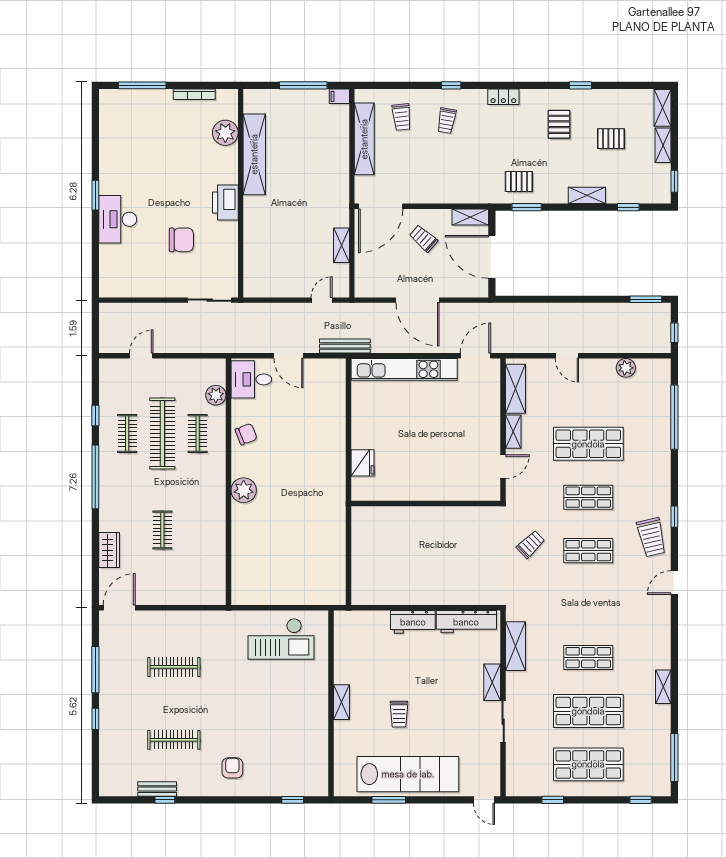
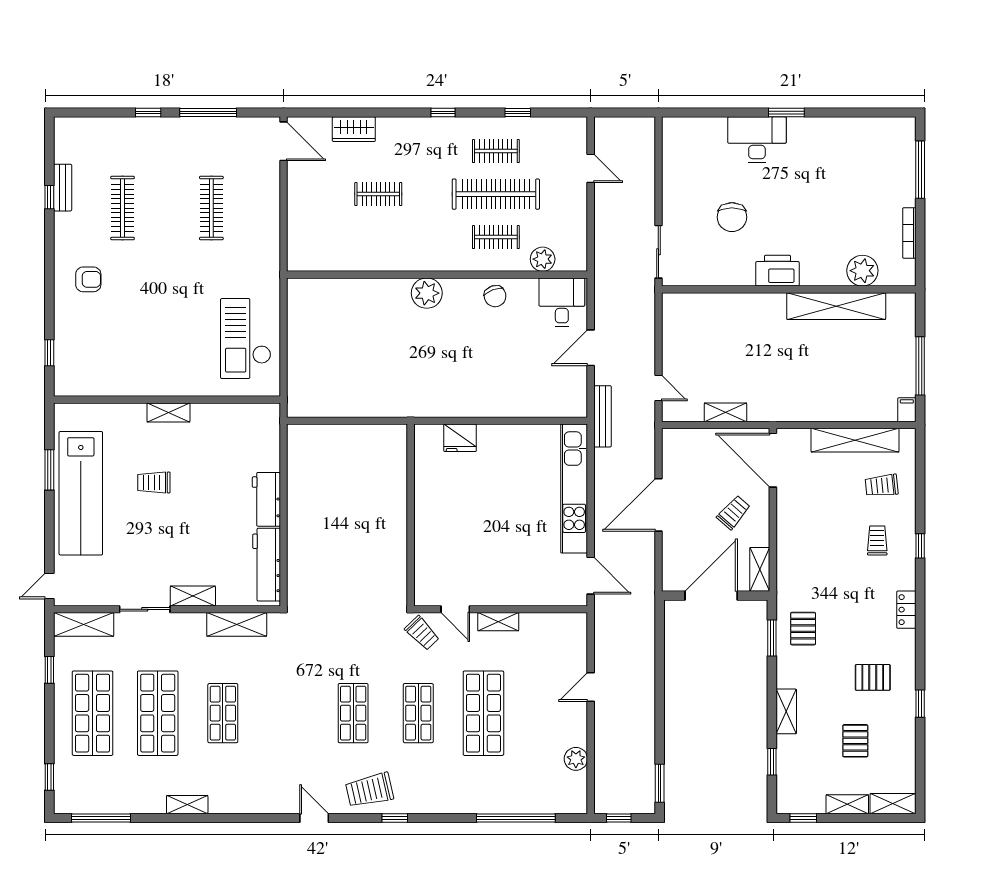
trolley: (447, 121) -> (877, 540), turned 80
shelving: (516, 389) -> (84, 624), moved
window: (95, 477) -> (443, 113), width x0.32
trolley: (531, 544) -> (422, 633), moved

